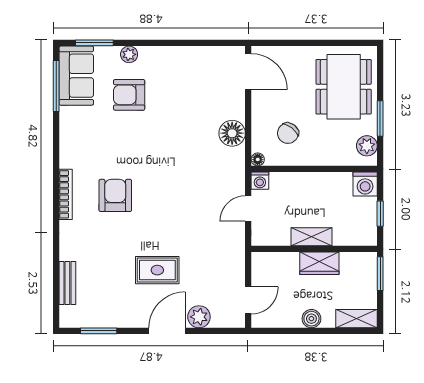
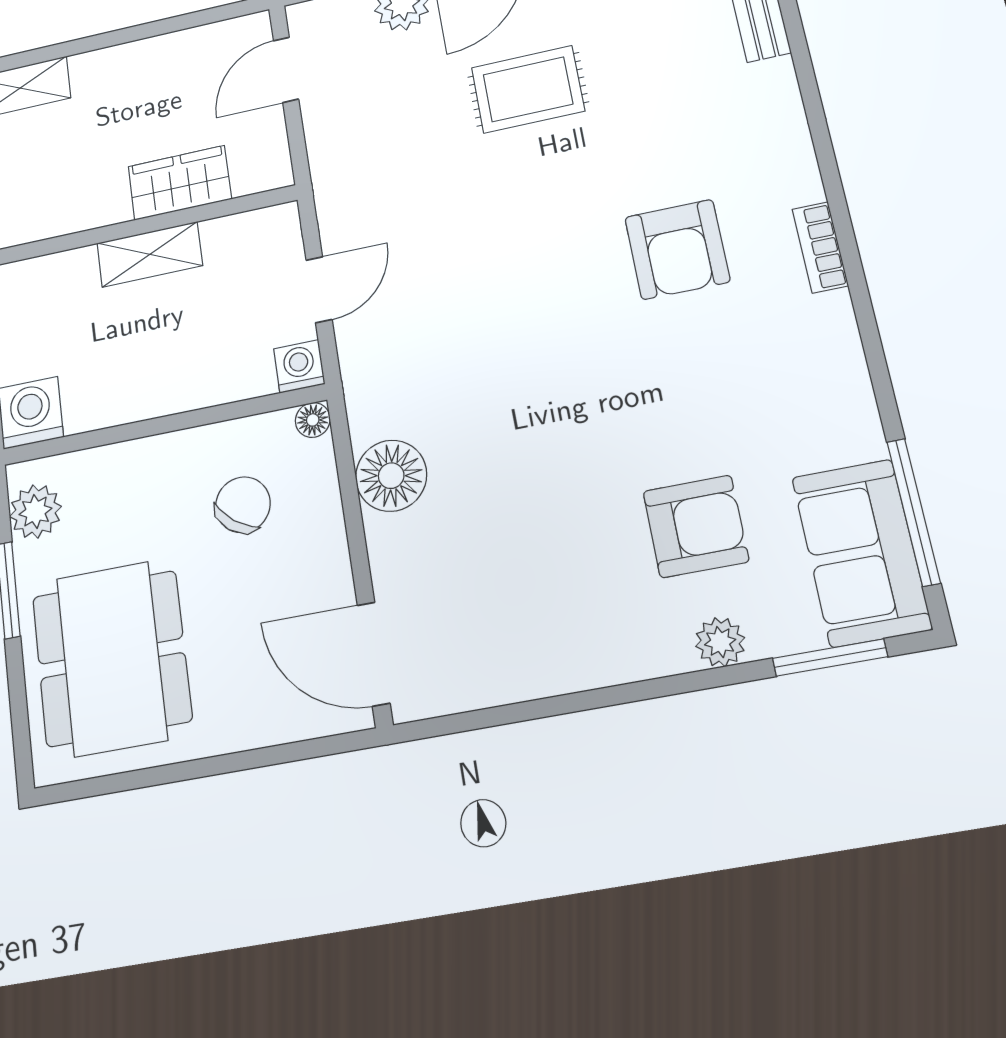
bookcase: (66, 194) -> (820, 247), width x0.64
wardrobe: (319, 263) -> (180, 183), moved
boiler: (311, 319) -> (127, 63), removed

